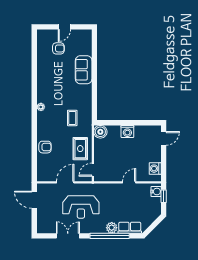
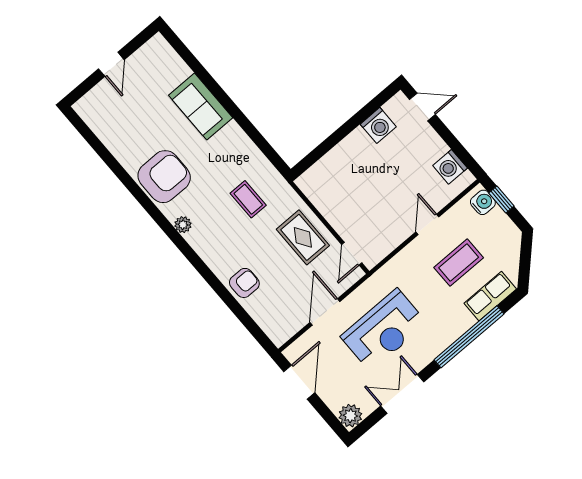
armchair: (58, 48) -> (164, 177), moved, width x1.88, depth x1.88
washing machine: (127, 131) -> (378, 125), moved
boiler: (100, 132) -> (312, 183), removed
door: (164, 138) -> (422, 107), hinge flipped
door: (34, 200) -> (299, 382), swing flipped
coffee table: (129, 206) -> (459, 263), added
plant: (112, 228) -> (350, 416), moved

